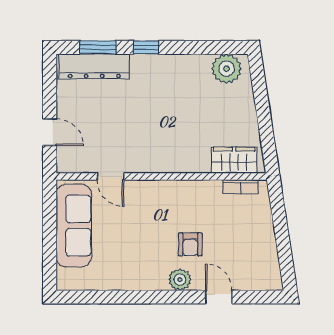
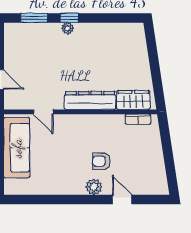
dresser: (94, 66) -> (90, 100), moved, turned 180
plant: (227, 69) -> (68, 28), moved, width x0.53, depth x0.53
armchair: (190, 244) -> (101, 161), turned 90

